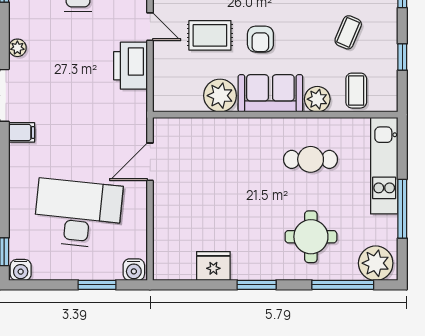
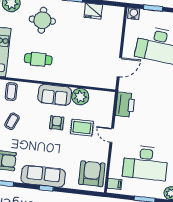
printer: (131, 66) -> (125, 105), moved
plant: (317, 99) -> (31, 89), removed

